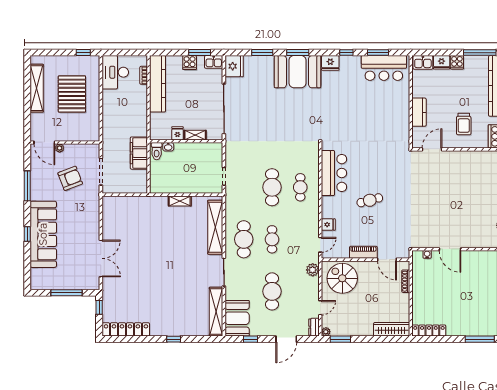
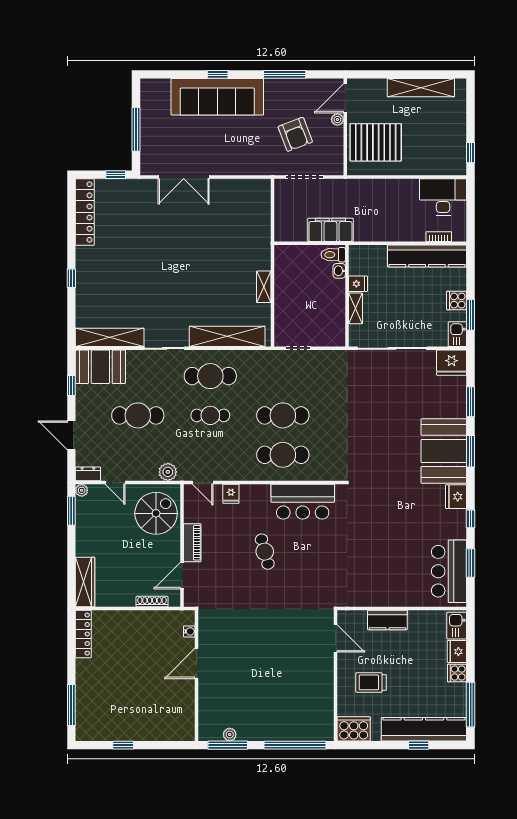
pallet: (72, 94) -> (376, 142), moved
cafe table: (300, 187) -> (283, 455), width x1.37, depth x1.35

